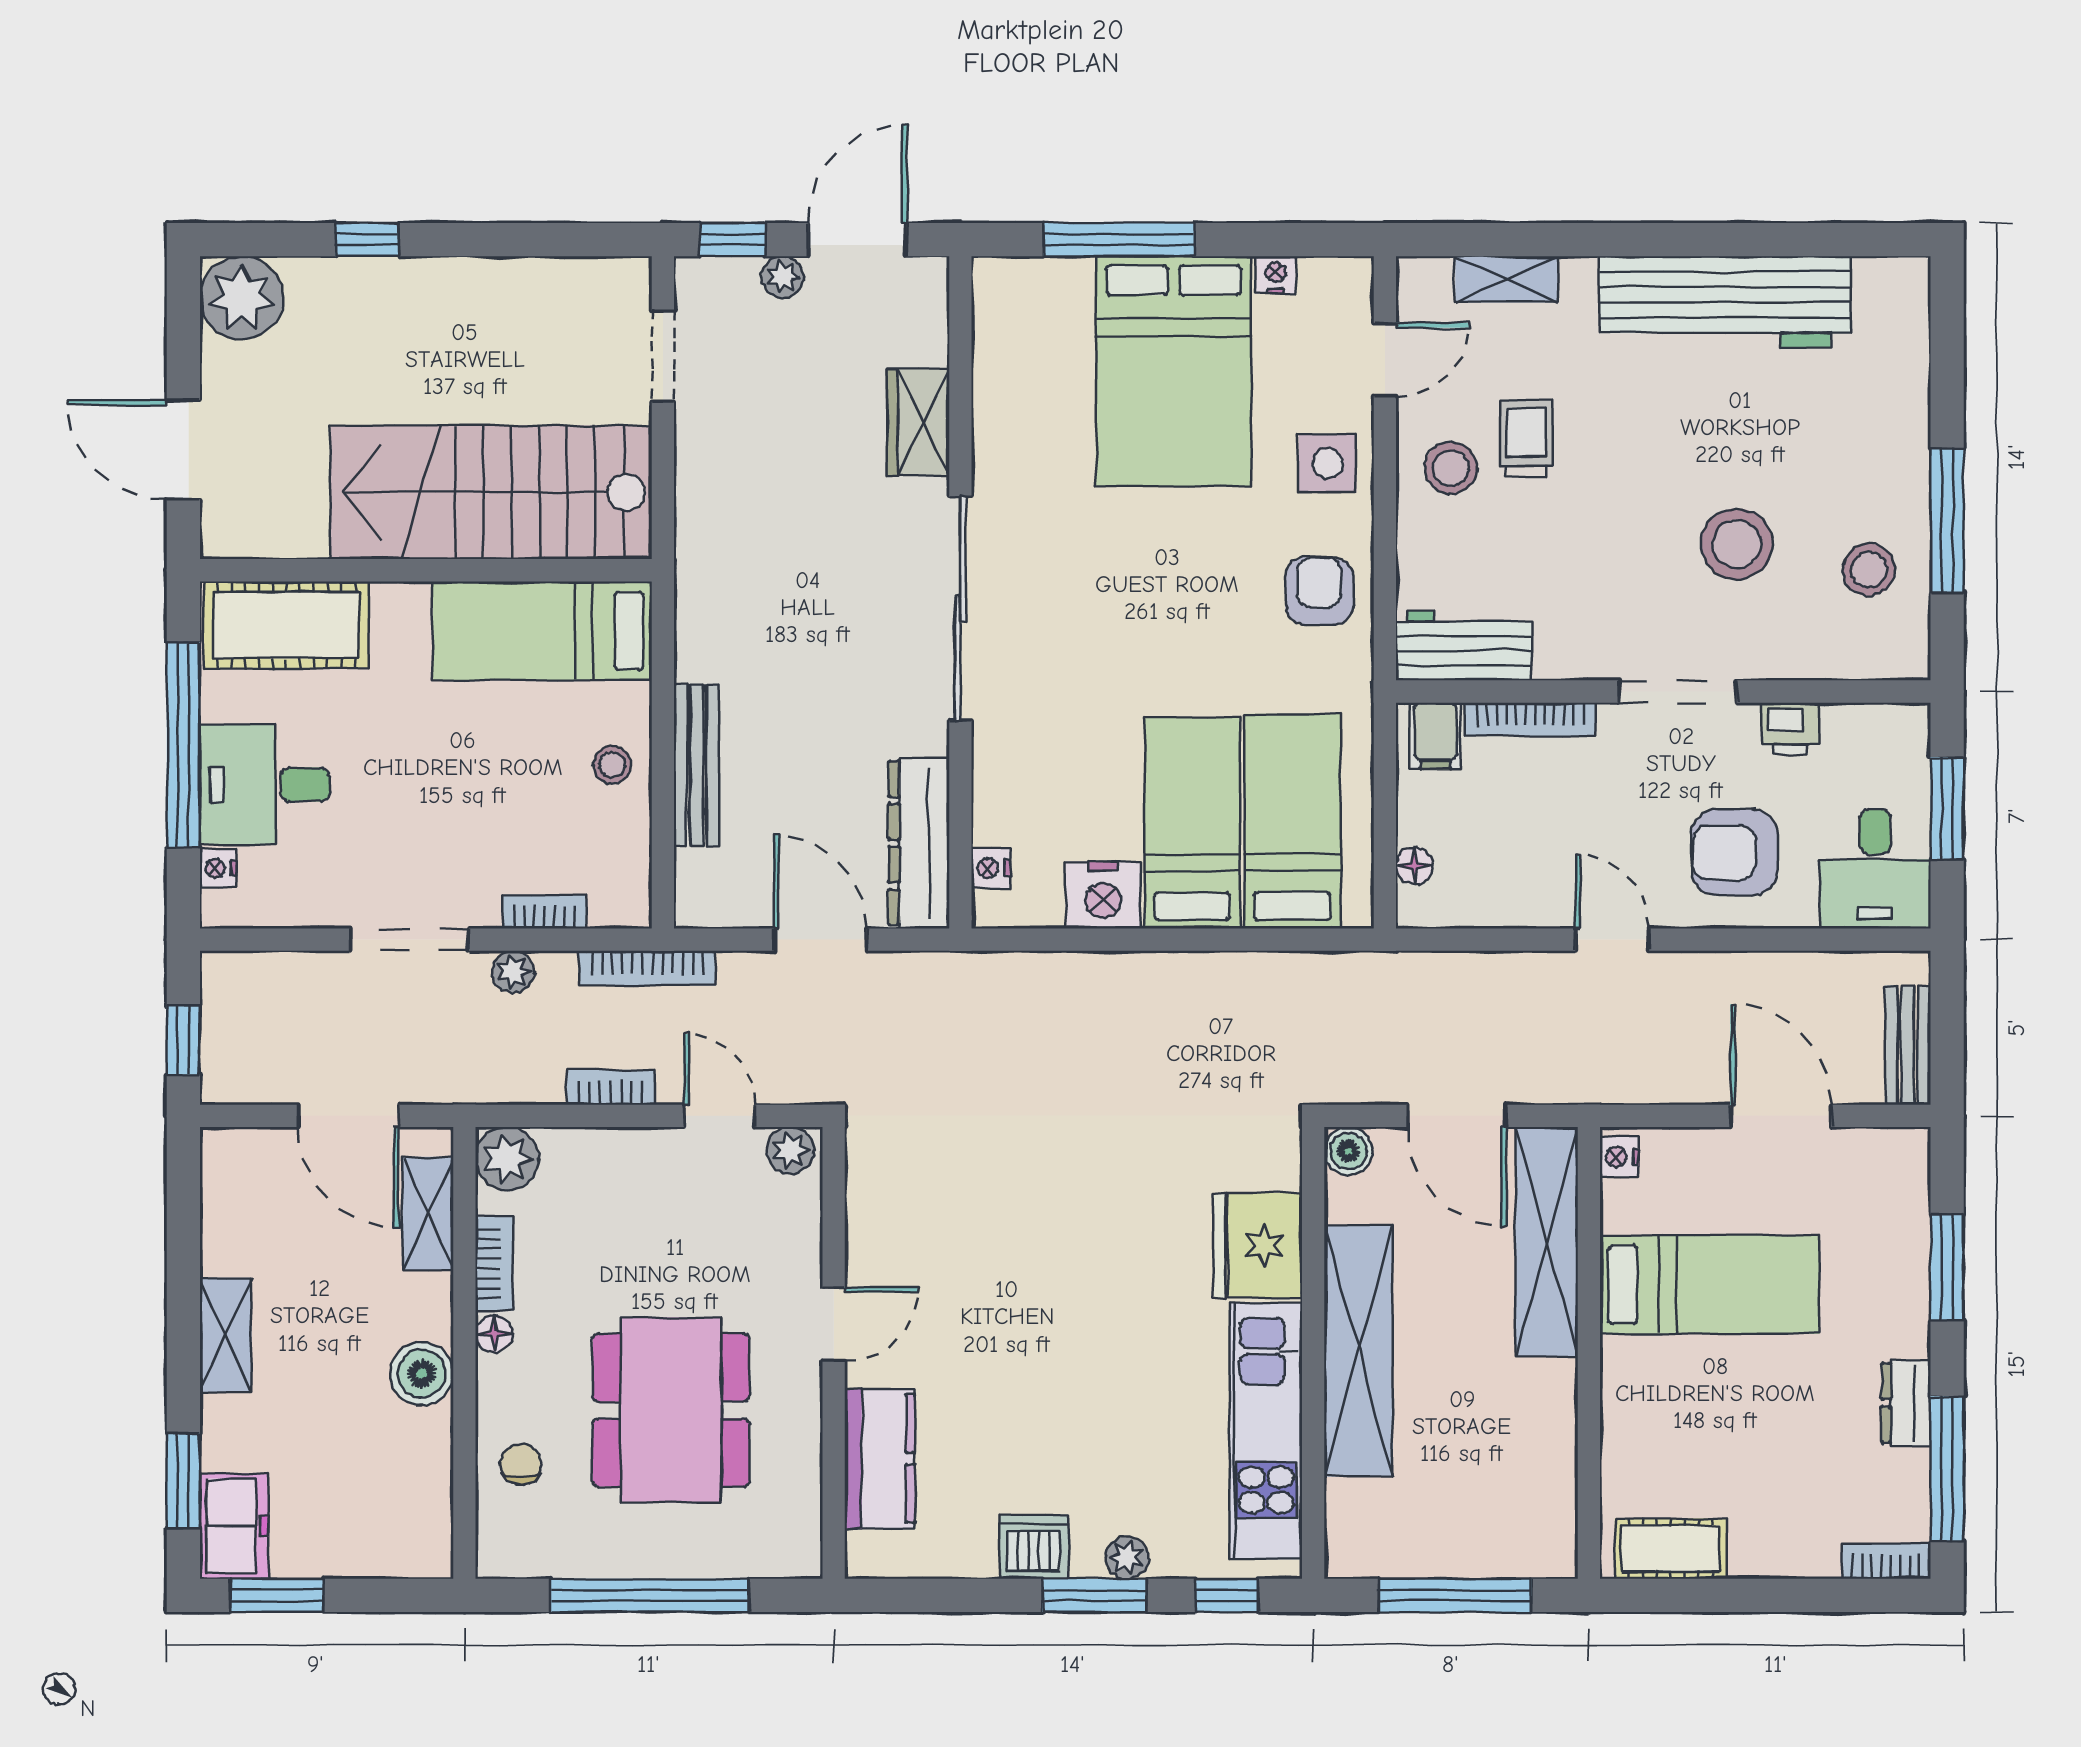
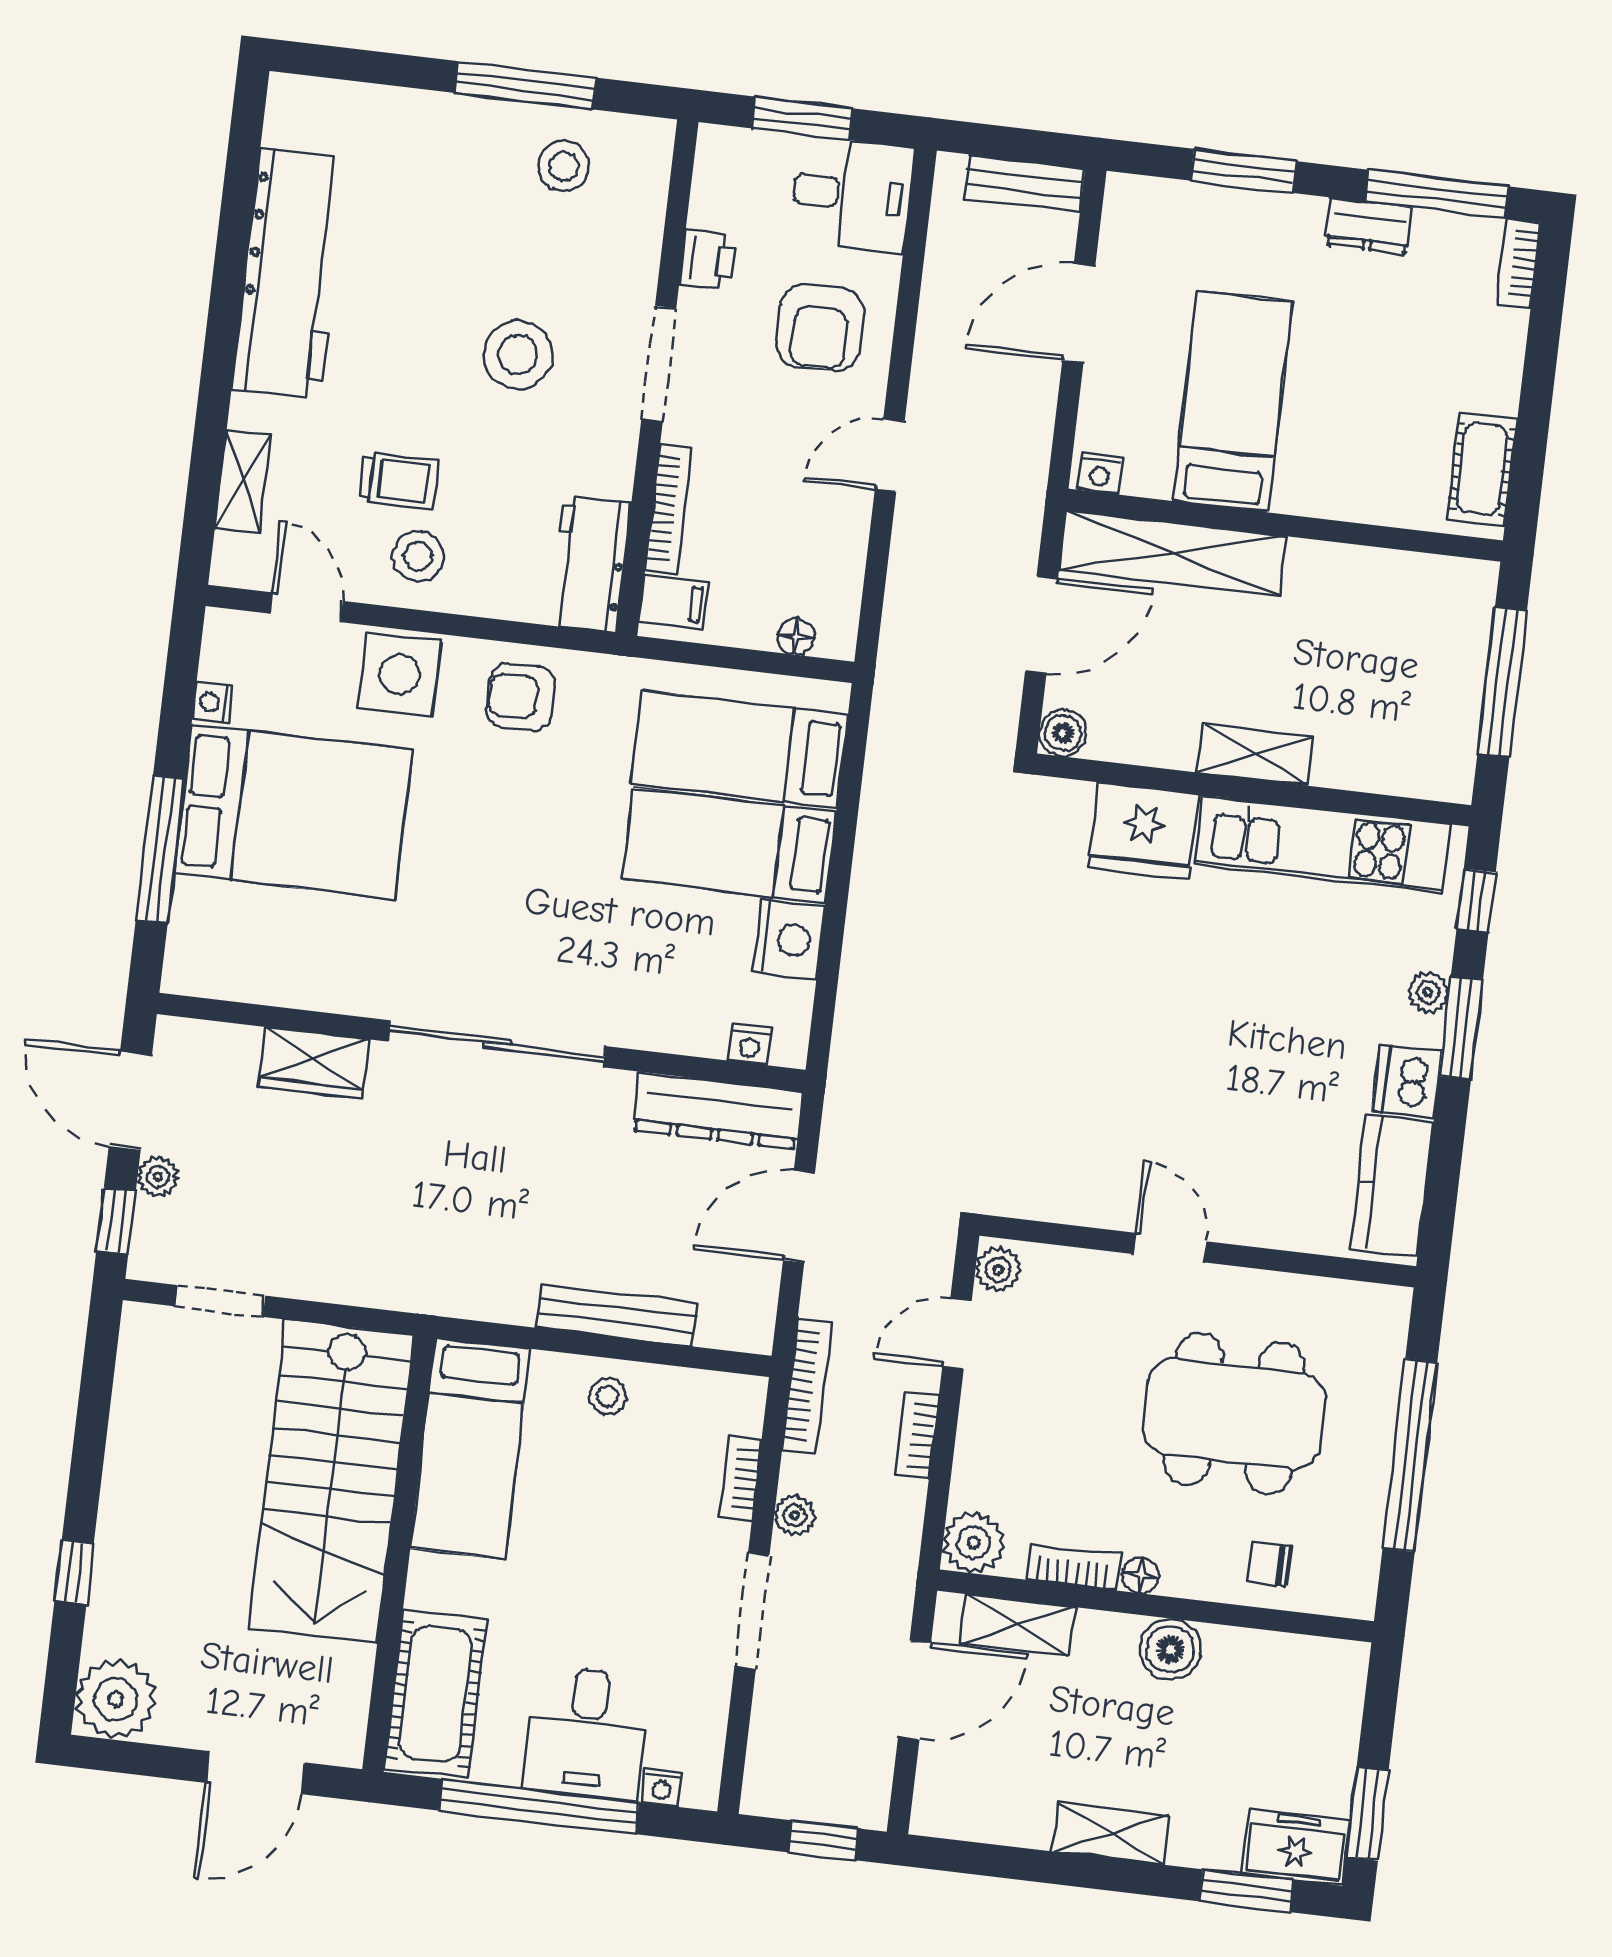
trolley: (1526, 438) -> (398, 481), turned 180
side table: (1327, 463) -> (400, 674), width x1.37, depth x1.37
stool: (1737, 544) -> (518, 355), moved
shelving: (1358, 1351) -> (1255, 754), width x0.45, depth x0.75
kitchen counter: (880, 1459) -> (1392, 1185), moved, turned -90

